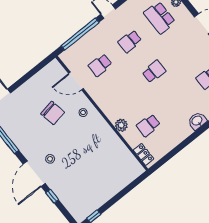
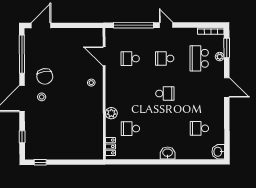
chair: (53, 113) -> (45, 76), moved
window: (52, 196) -> (22, 137), moved

